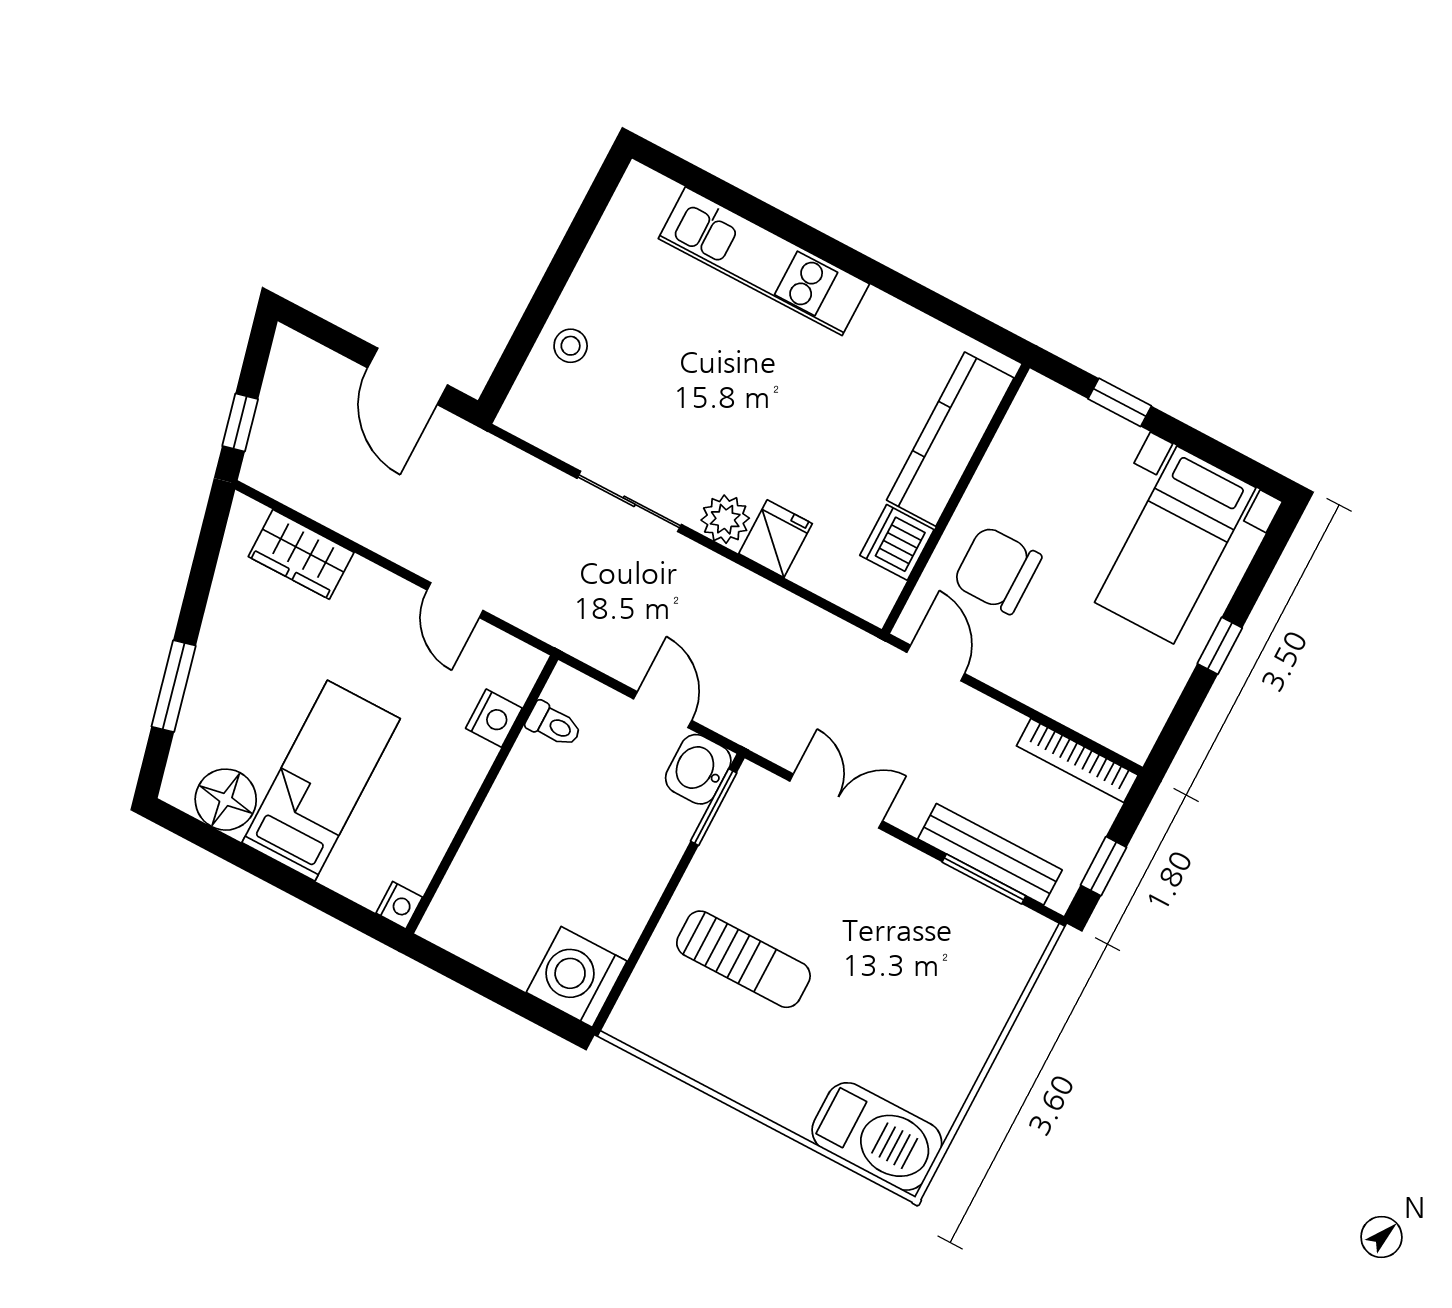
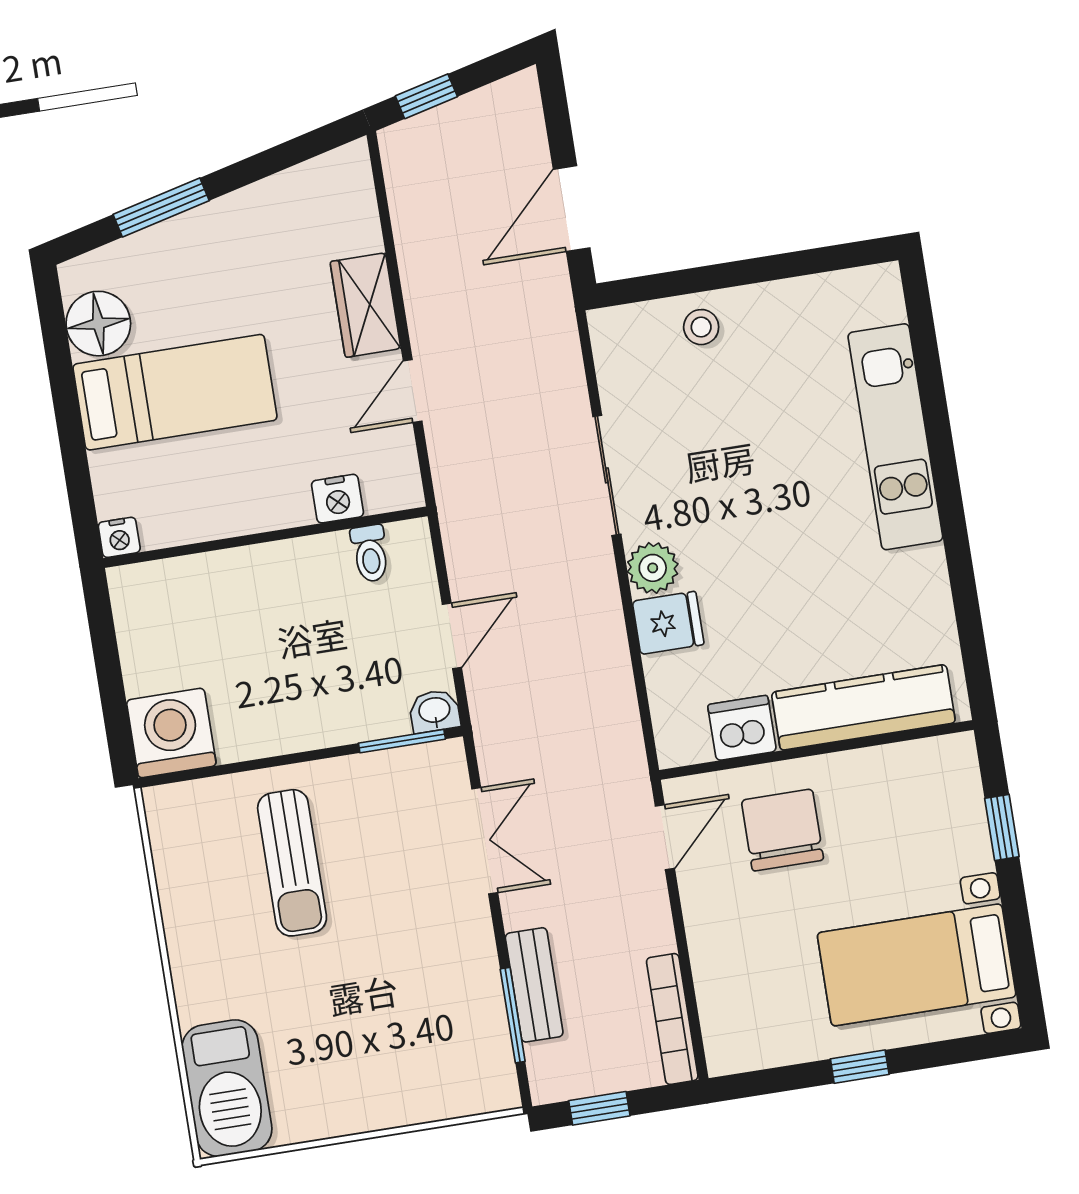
wardrobe: (301, 554) -> (365, 305), moved
washbasin: (698, 769) -> (435, 711), width x0.72, depth x0.69
bench: (990, 854) -> (534, 985), width x0.73

